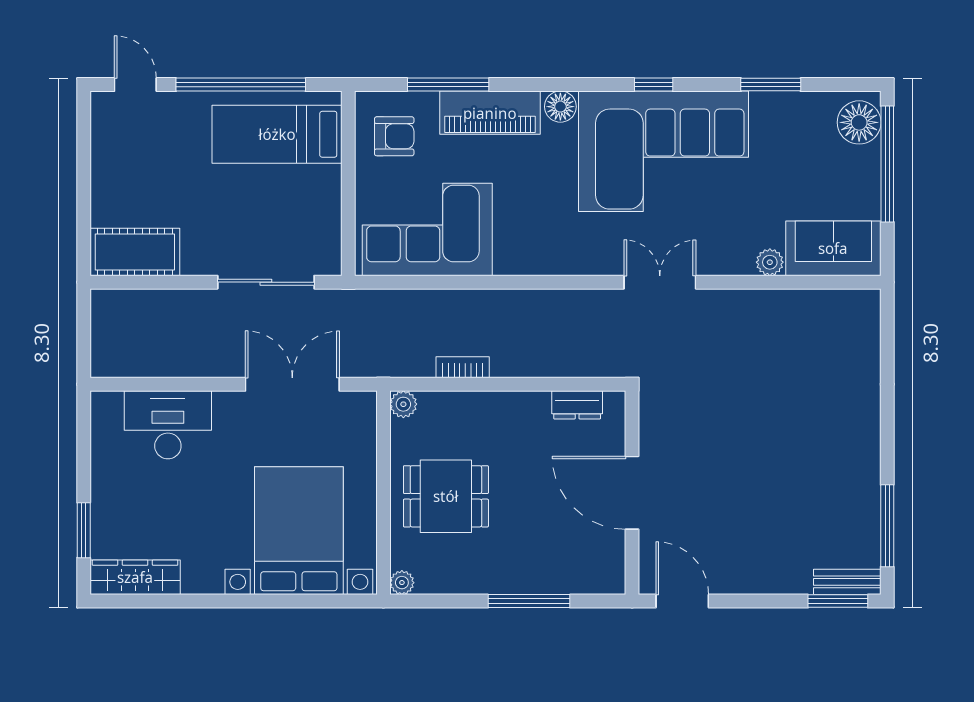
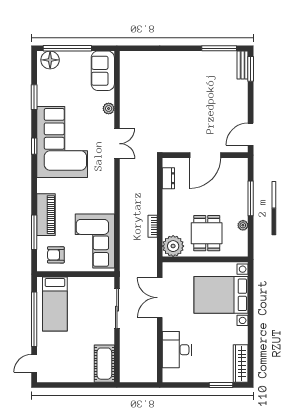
floor lamp: (560, 107) -> (43, 185), removed
armchair: (394, 136) -> (56, 255), turned -90
plant: (770, 262) -> (109, 108), moved
double door: (660, 282) -> (117, 144), swing flipped
plant: (403, 404) -> (173, 246), width x1.87, depth x1.87
plant: (402, 583) -> (243, 225), moved

